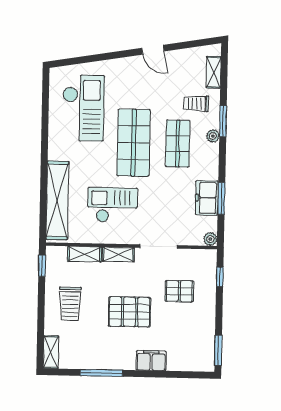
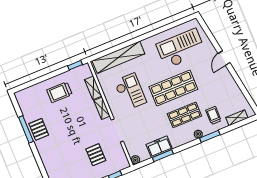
door: (153, 50) -> (224, 58), moved
checkout: (83, 108) -> (181, 48), turned 180
pallet: (129, 312) -> (39, 129), moved, width x0.67, depth x0.71
shelving: (51, 352) -> (25, 93), removed
filing cabinet: (151, 361) -> (46, 156), removed

